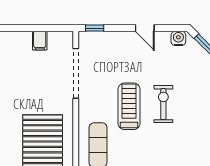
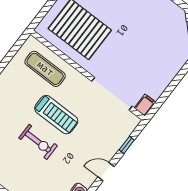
window: (95, 28) -> (127, 145), moved
filing cabinet: (40, 41) -> (145, 105), moved, turned 90

